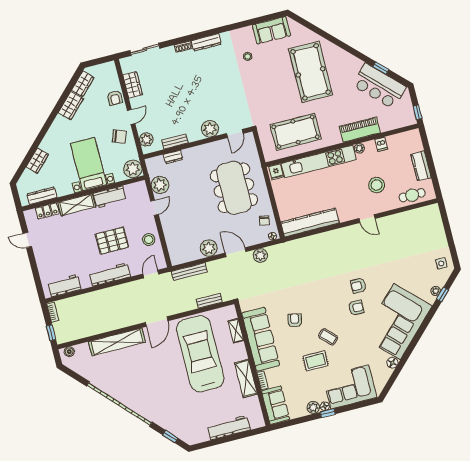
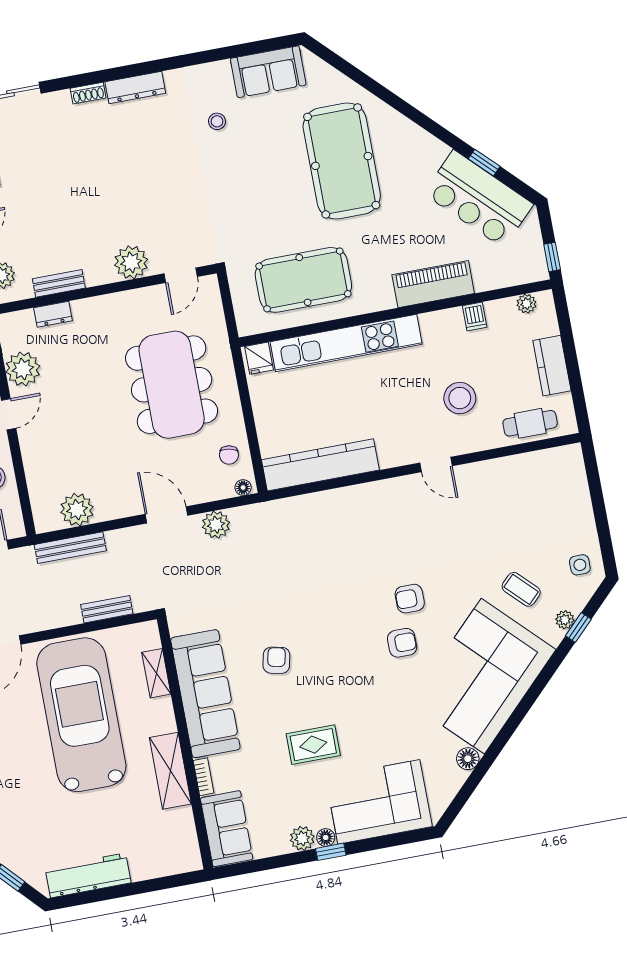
plant: (359, 148) -> (526, 304), moved
plant: (209, 248) -> (77, 510), moved
coffee table: (328, 337) -> (521, 589), moved
workbench: (229, 428) -> (88, 875), moved

